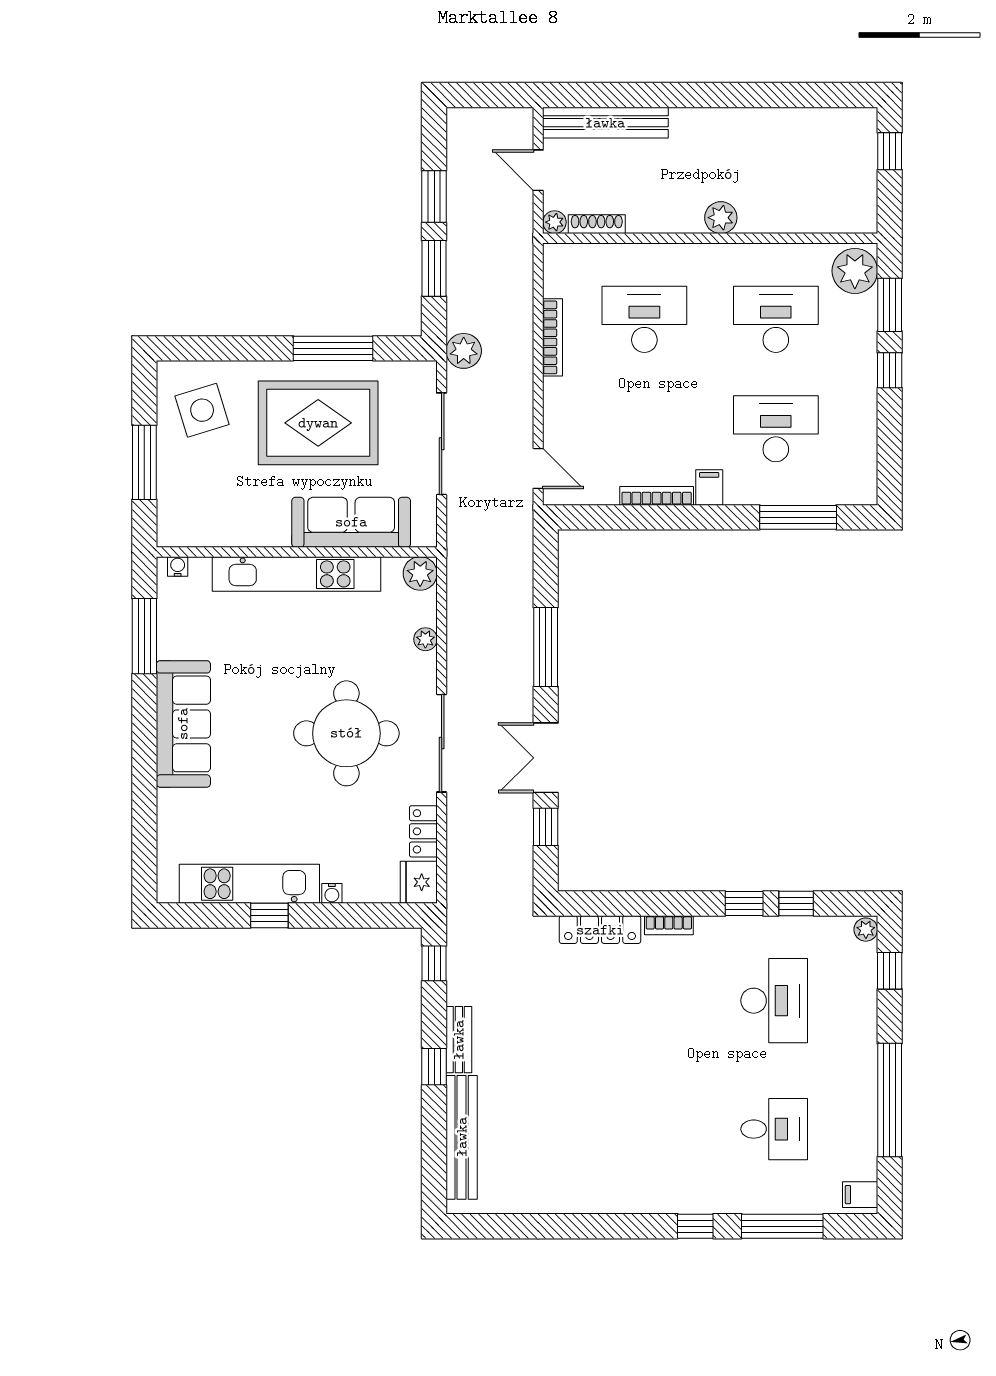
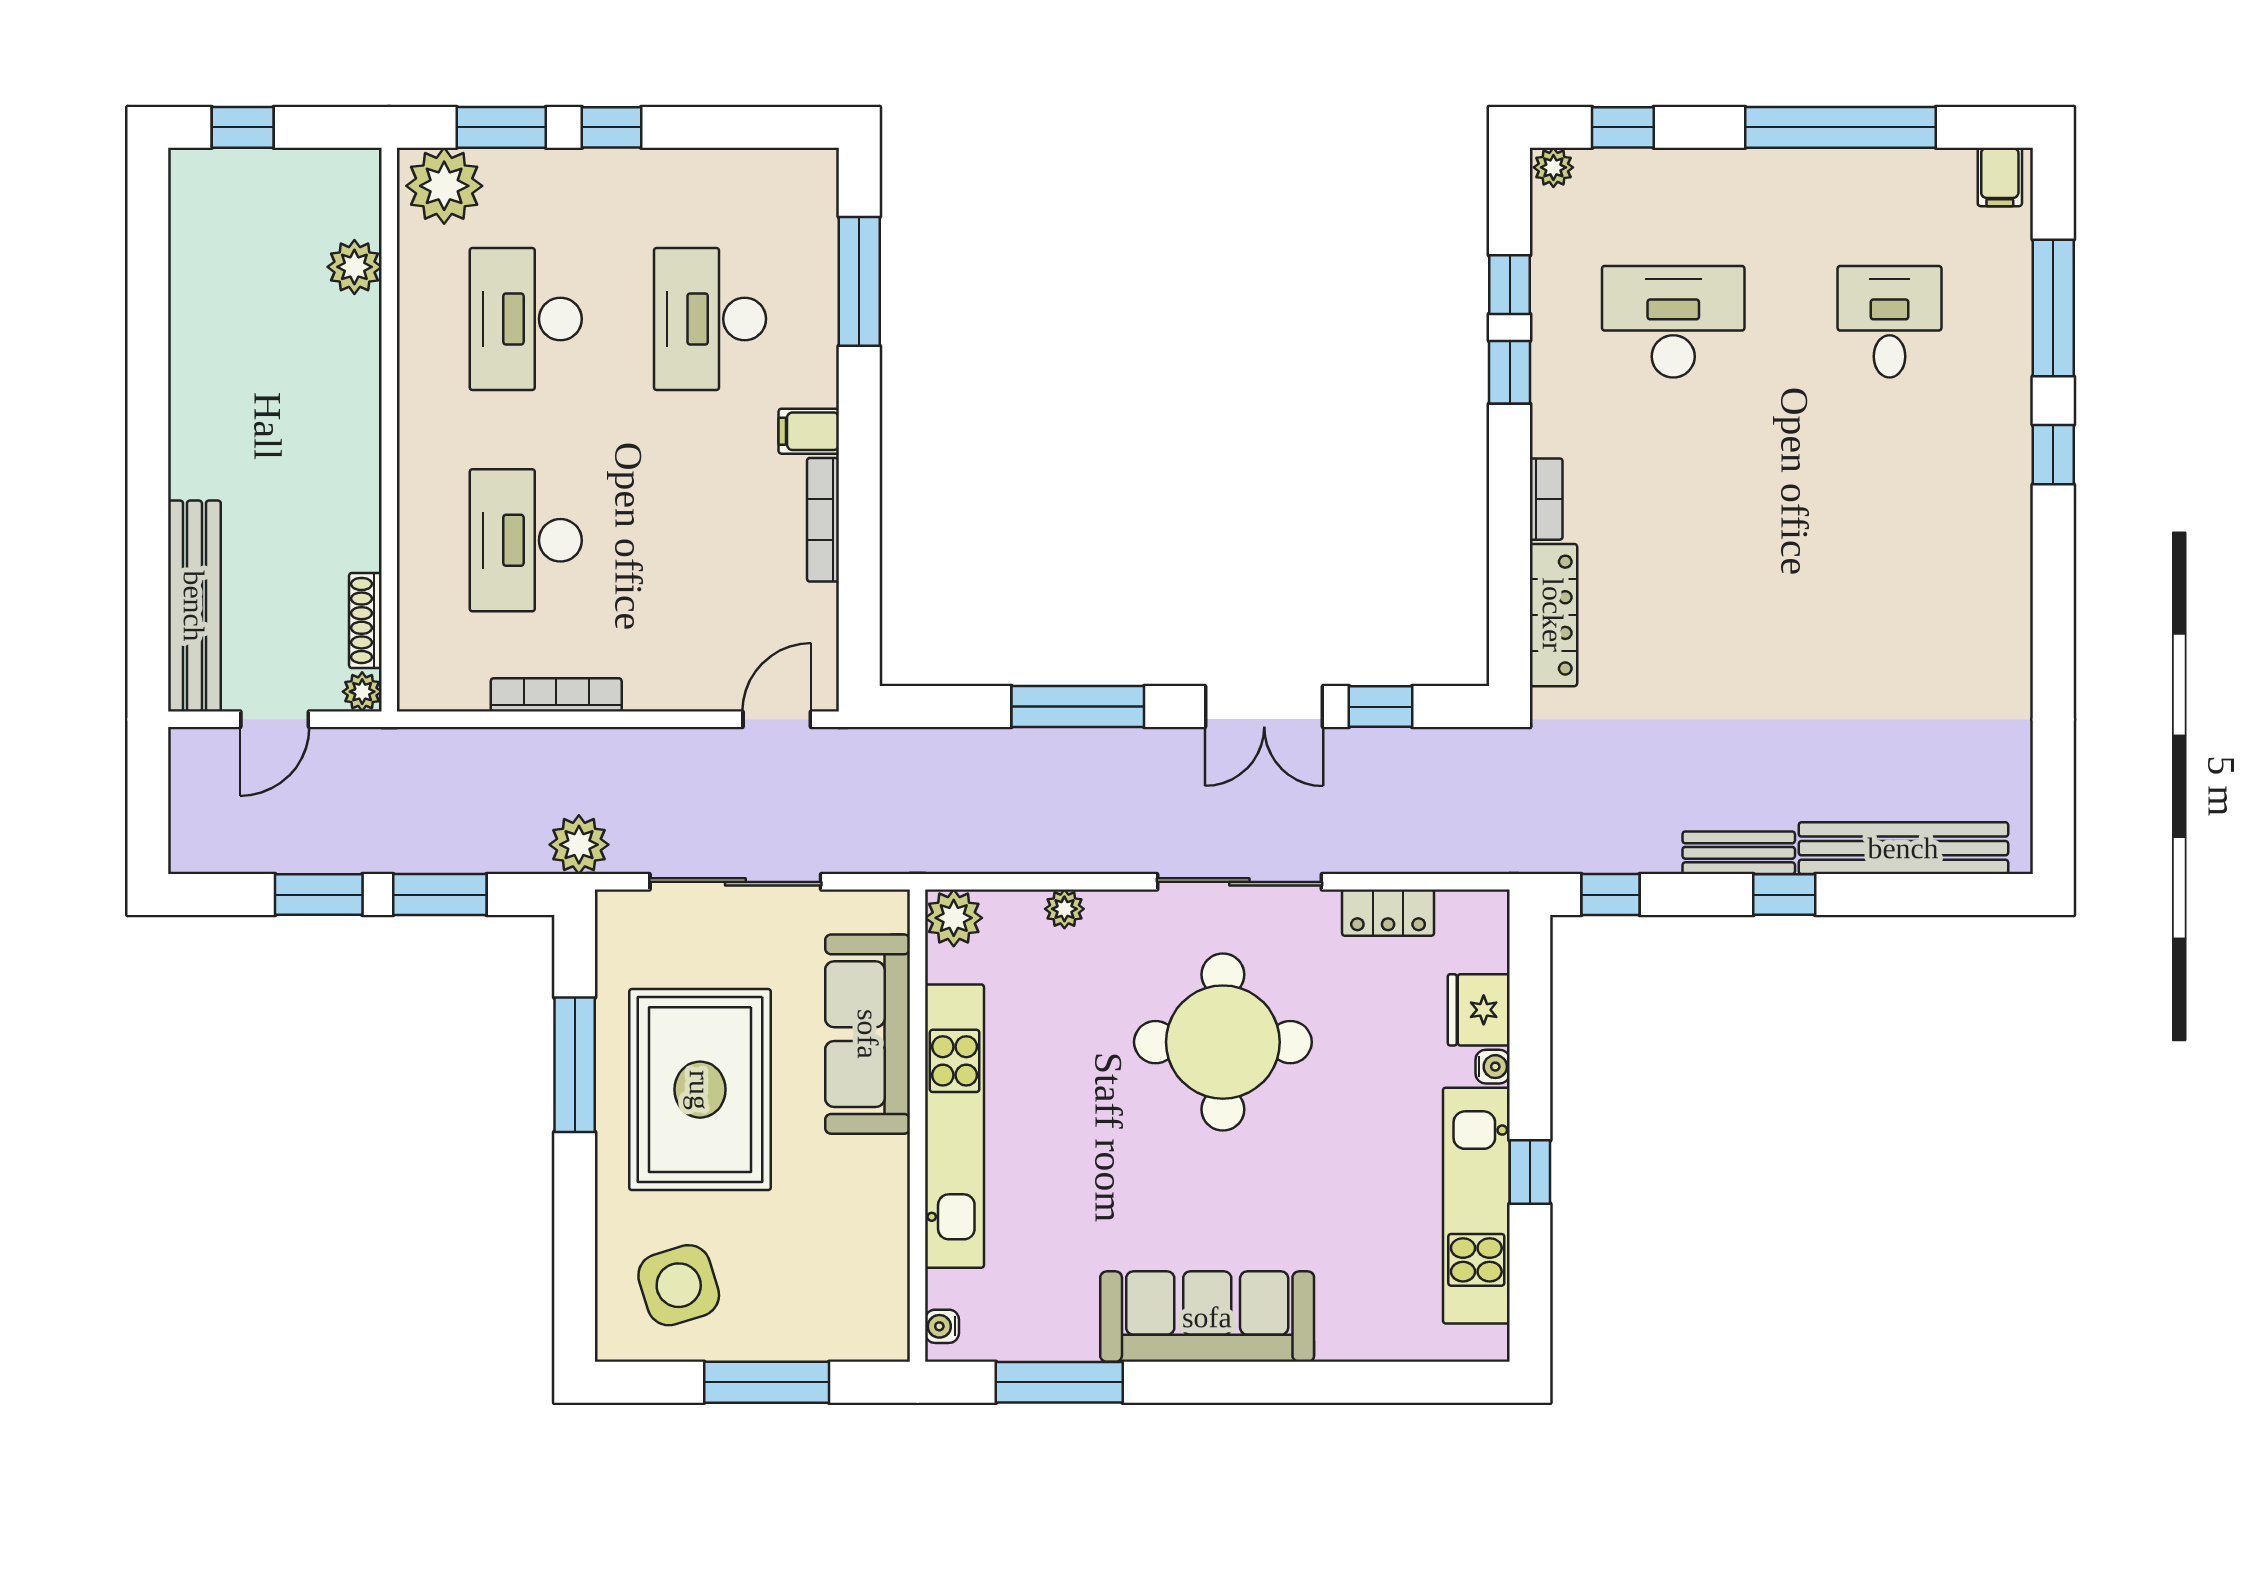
plant: (721, 218) -> (354, 267), moved
fridge: (419, 882) -> (1479, 1010), moved, turned 90

